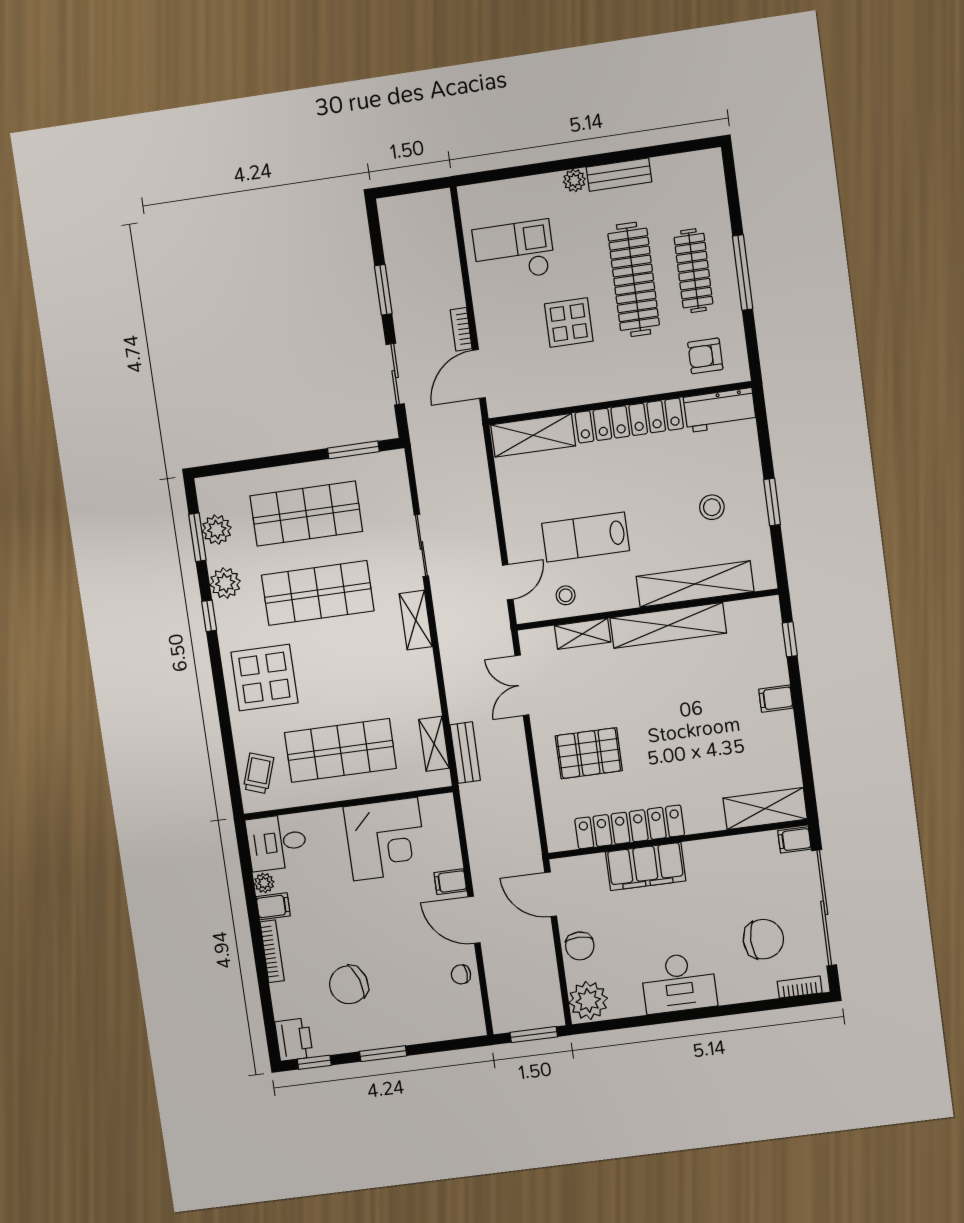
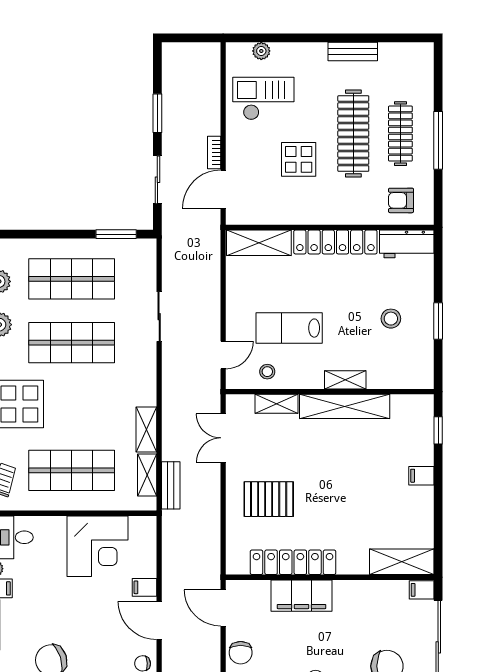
plant: (574, 180) -> (261, 51), moved
shelving: (695, 584) -> (345, 380), width x0.45, depth x0.75
shelving: (416, 620) -> (146, 430), moved

